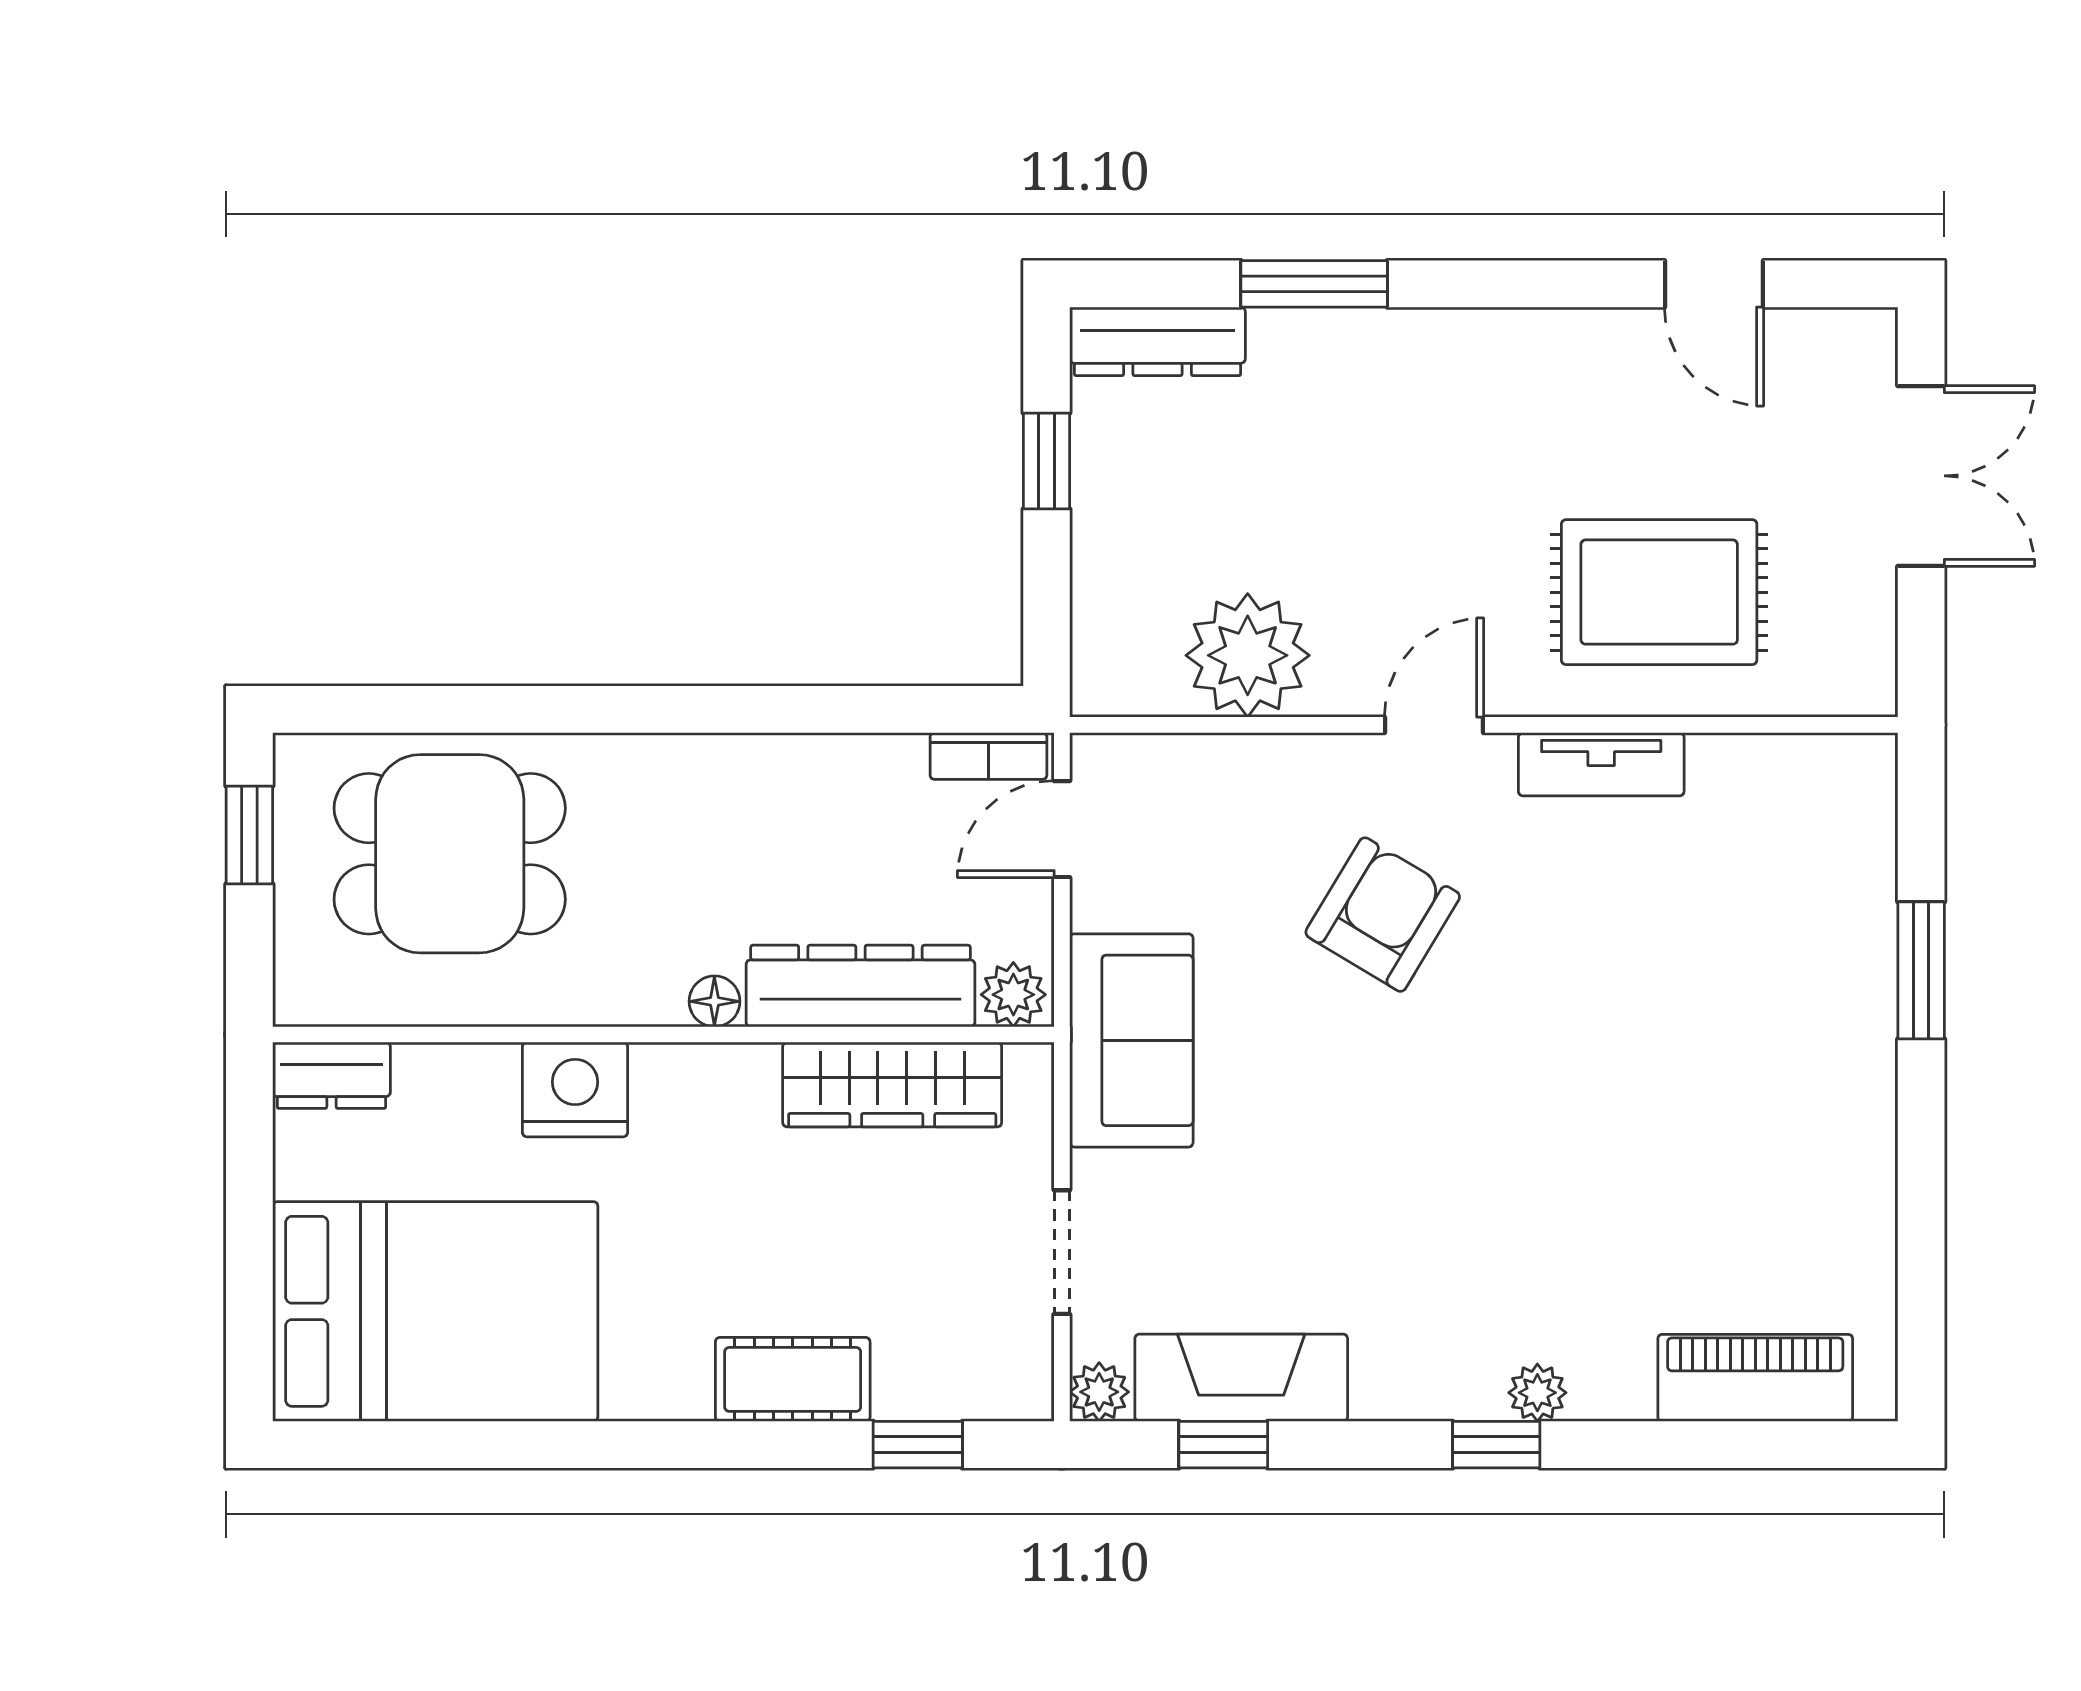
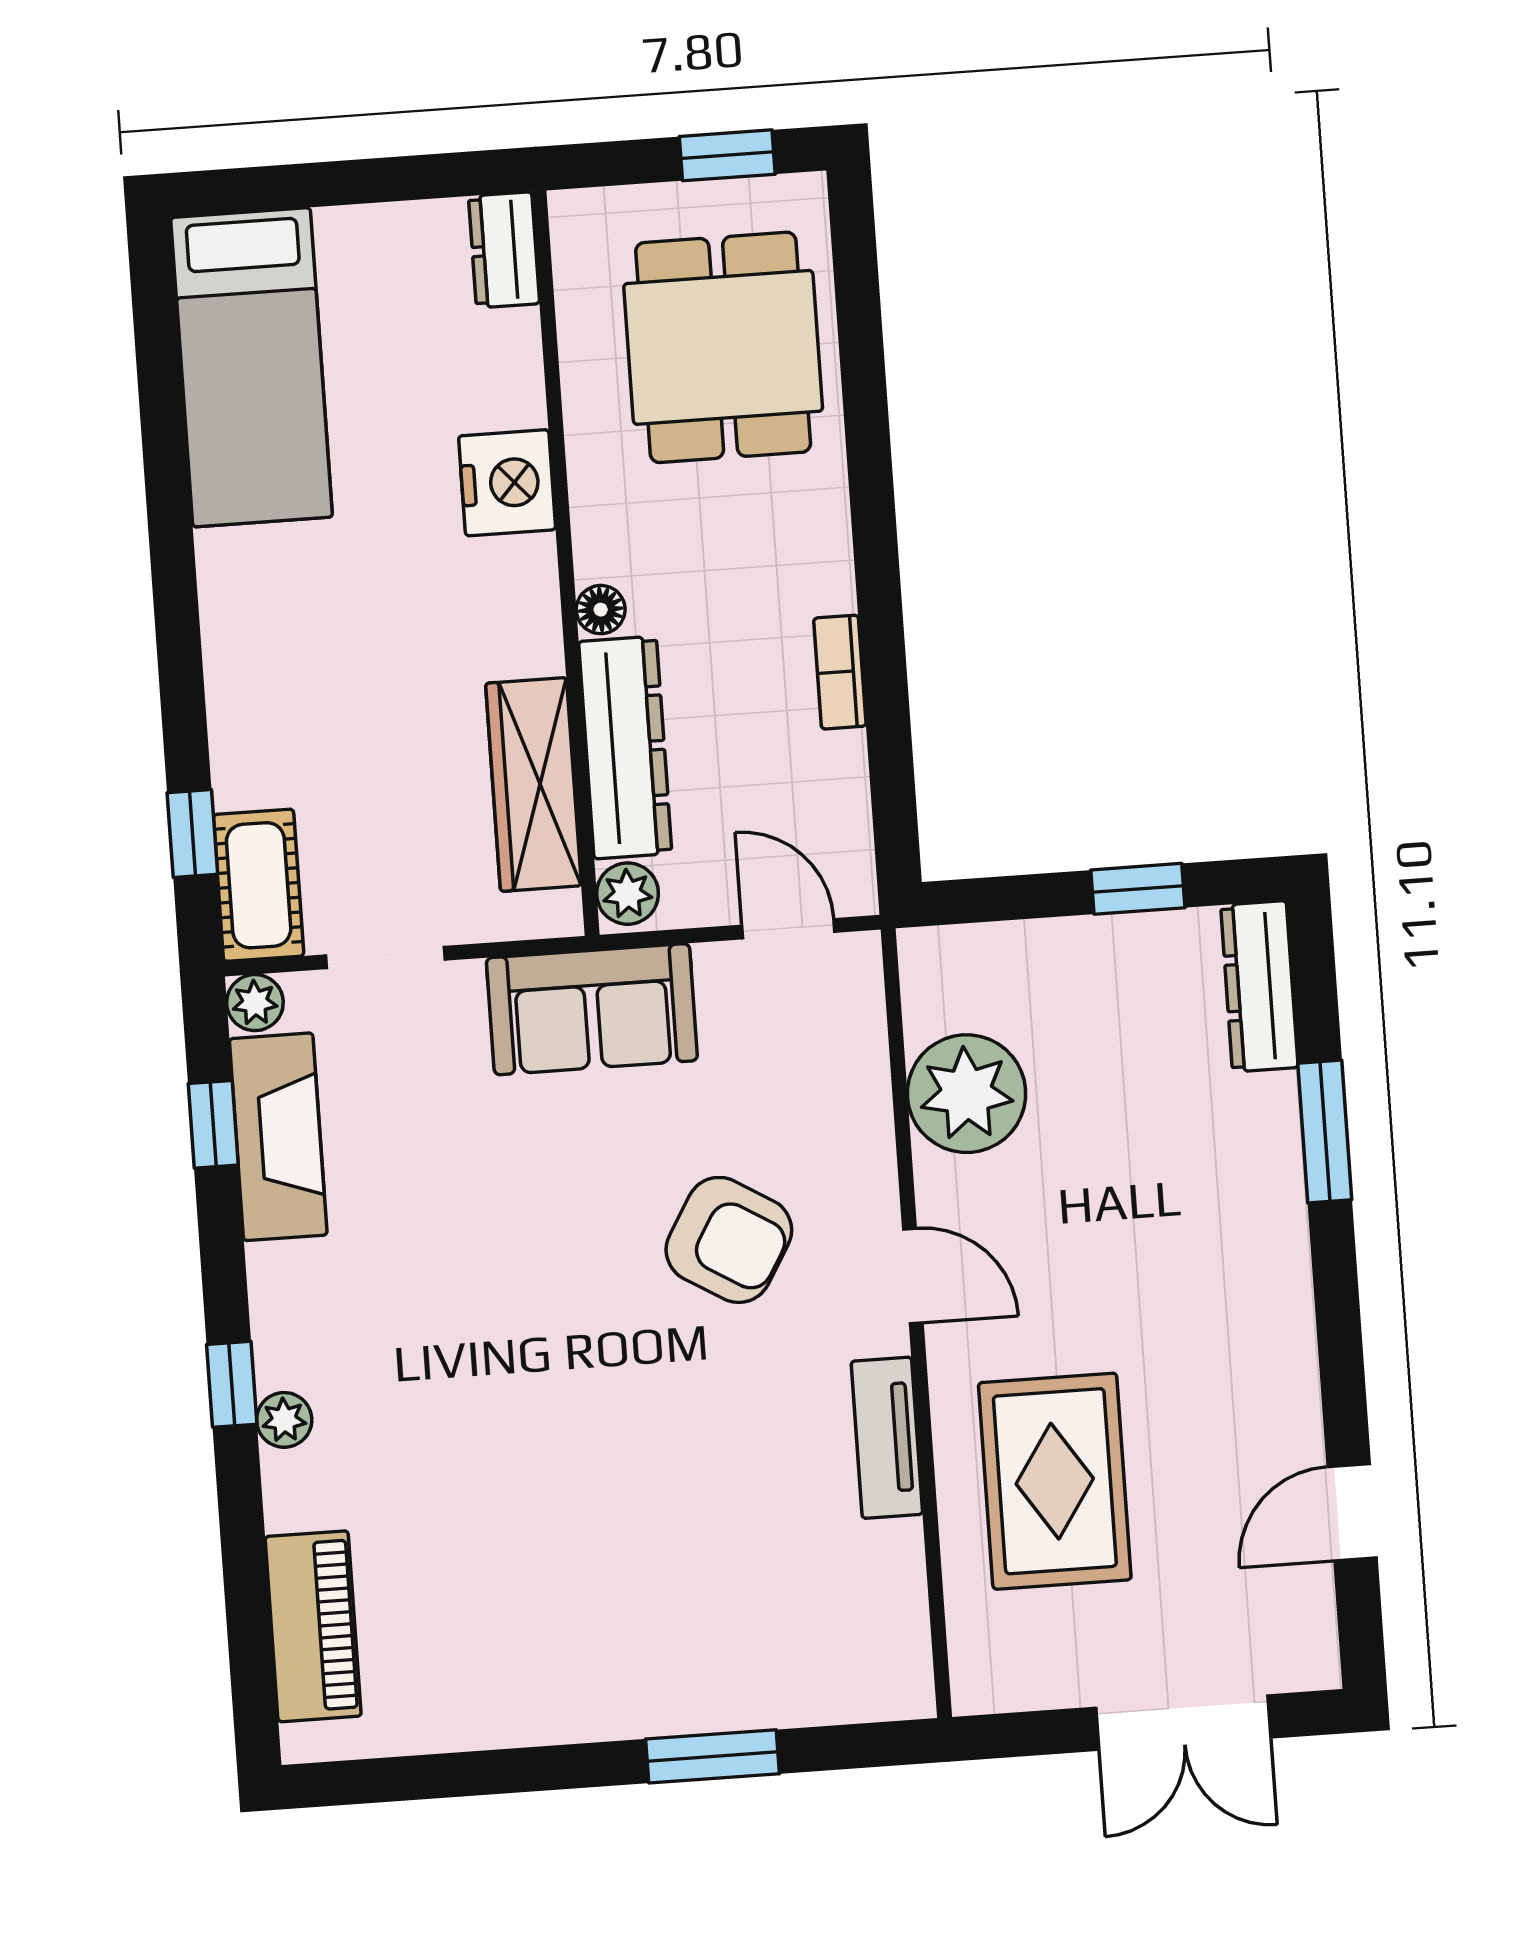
bookcase: (988, 756) -> (840, 672), moved
bed: (435, 1311) -> (251, 367), width x0.67
cot: (793, 1379) -> (259, 885), moved

